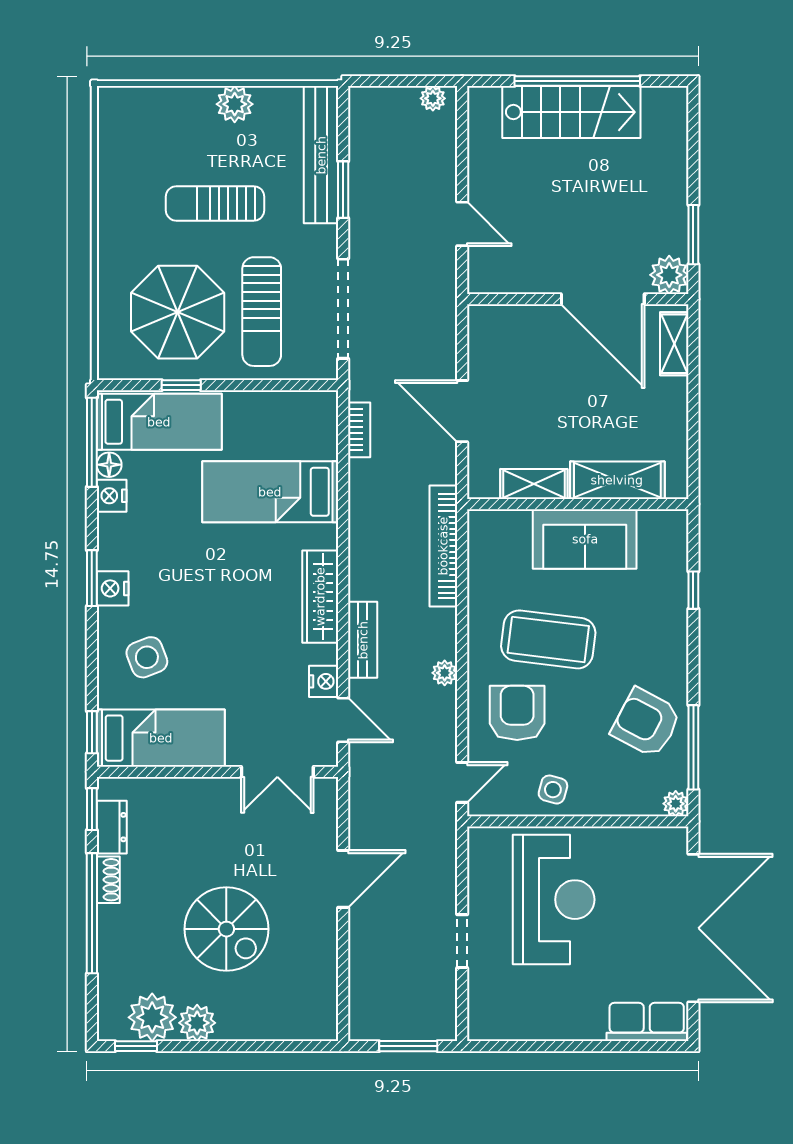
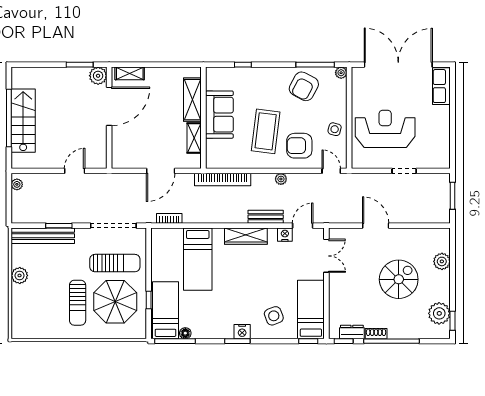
sun lounger: (215, 203) -> (78, 303), moved
nightstand: (112, 496) -> (200, 332), removed
plant: (197, 1023) -> (442, 261), moved

